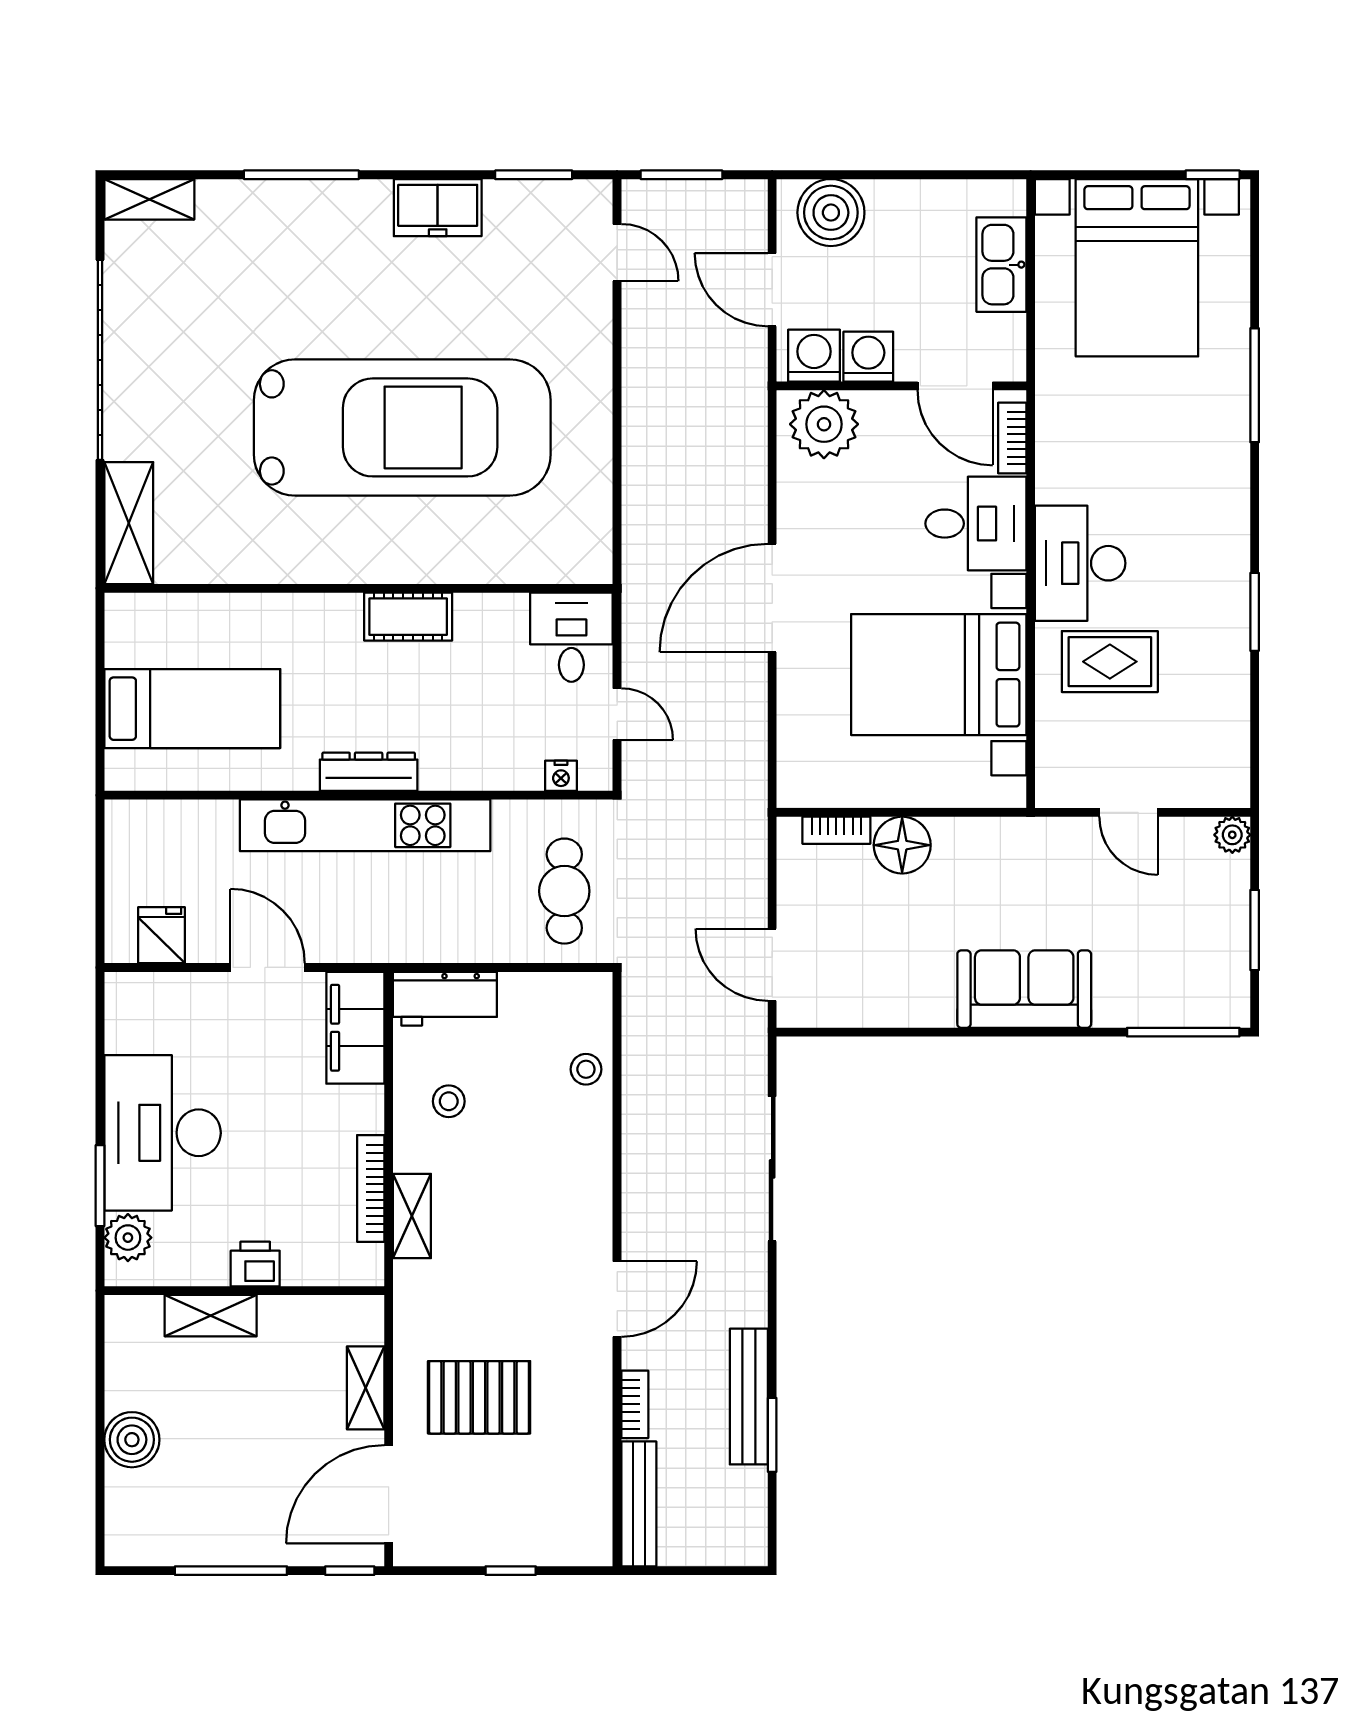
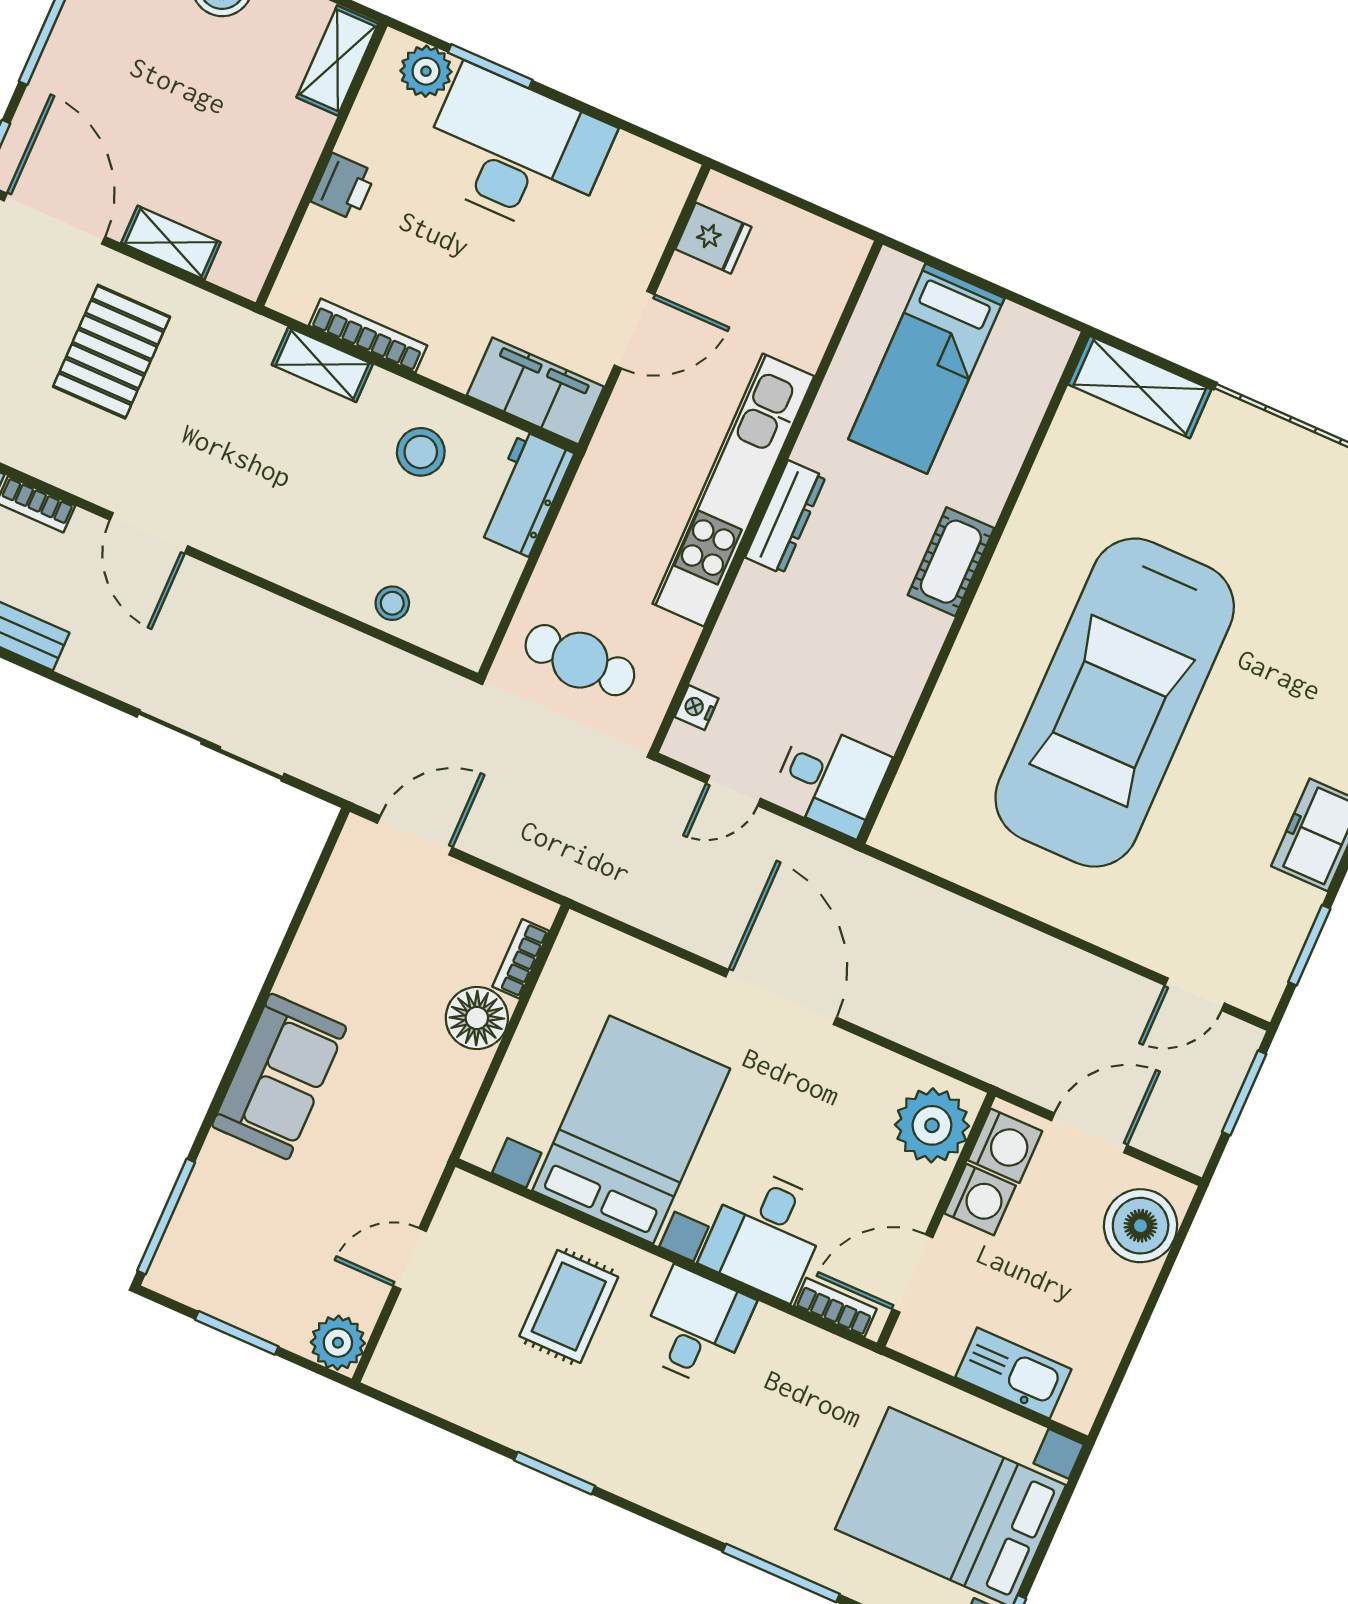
desk: (1080, 563) -> (696, 1327), width x0.73
cot: (408, 617) -> (951, 562), moved
plant: (1232, 835) -> (338, 1343), width x1.38, depth x1.38
stool: (449, 1101) -> (421, 452), width x1.37, depth x1.37
shelving: (211, 1316) -> (337, 60), moved

